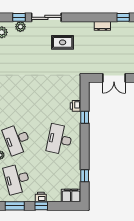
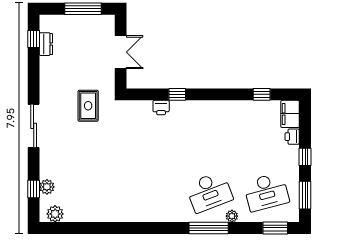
sliding door: (46, 17) -> (34, 126), moved
dresser: (102, 26) -> (46, 44), moved
rug: (63, 42) -> (88, 106), moved
desk: (60, 139) -> (209, 130), removed
printer: (41, 197) -> (292, 137), moved

